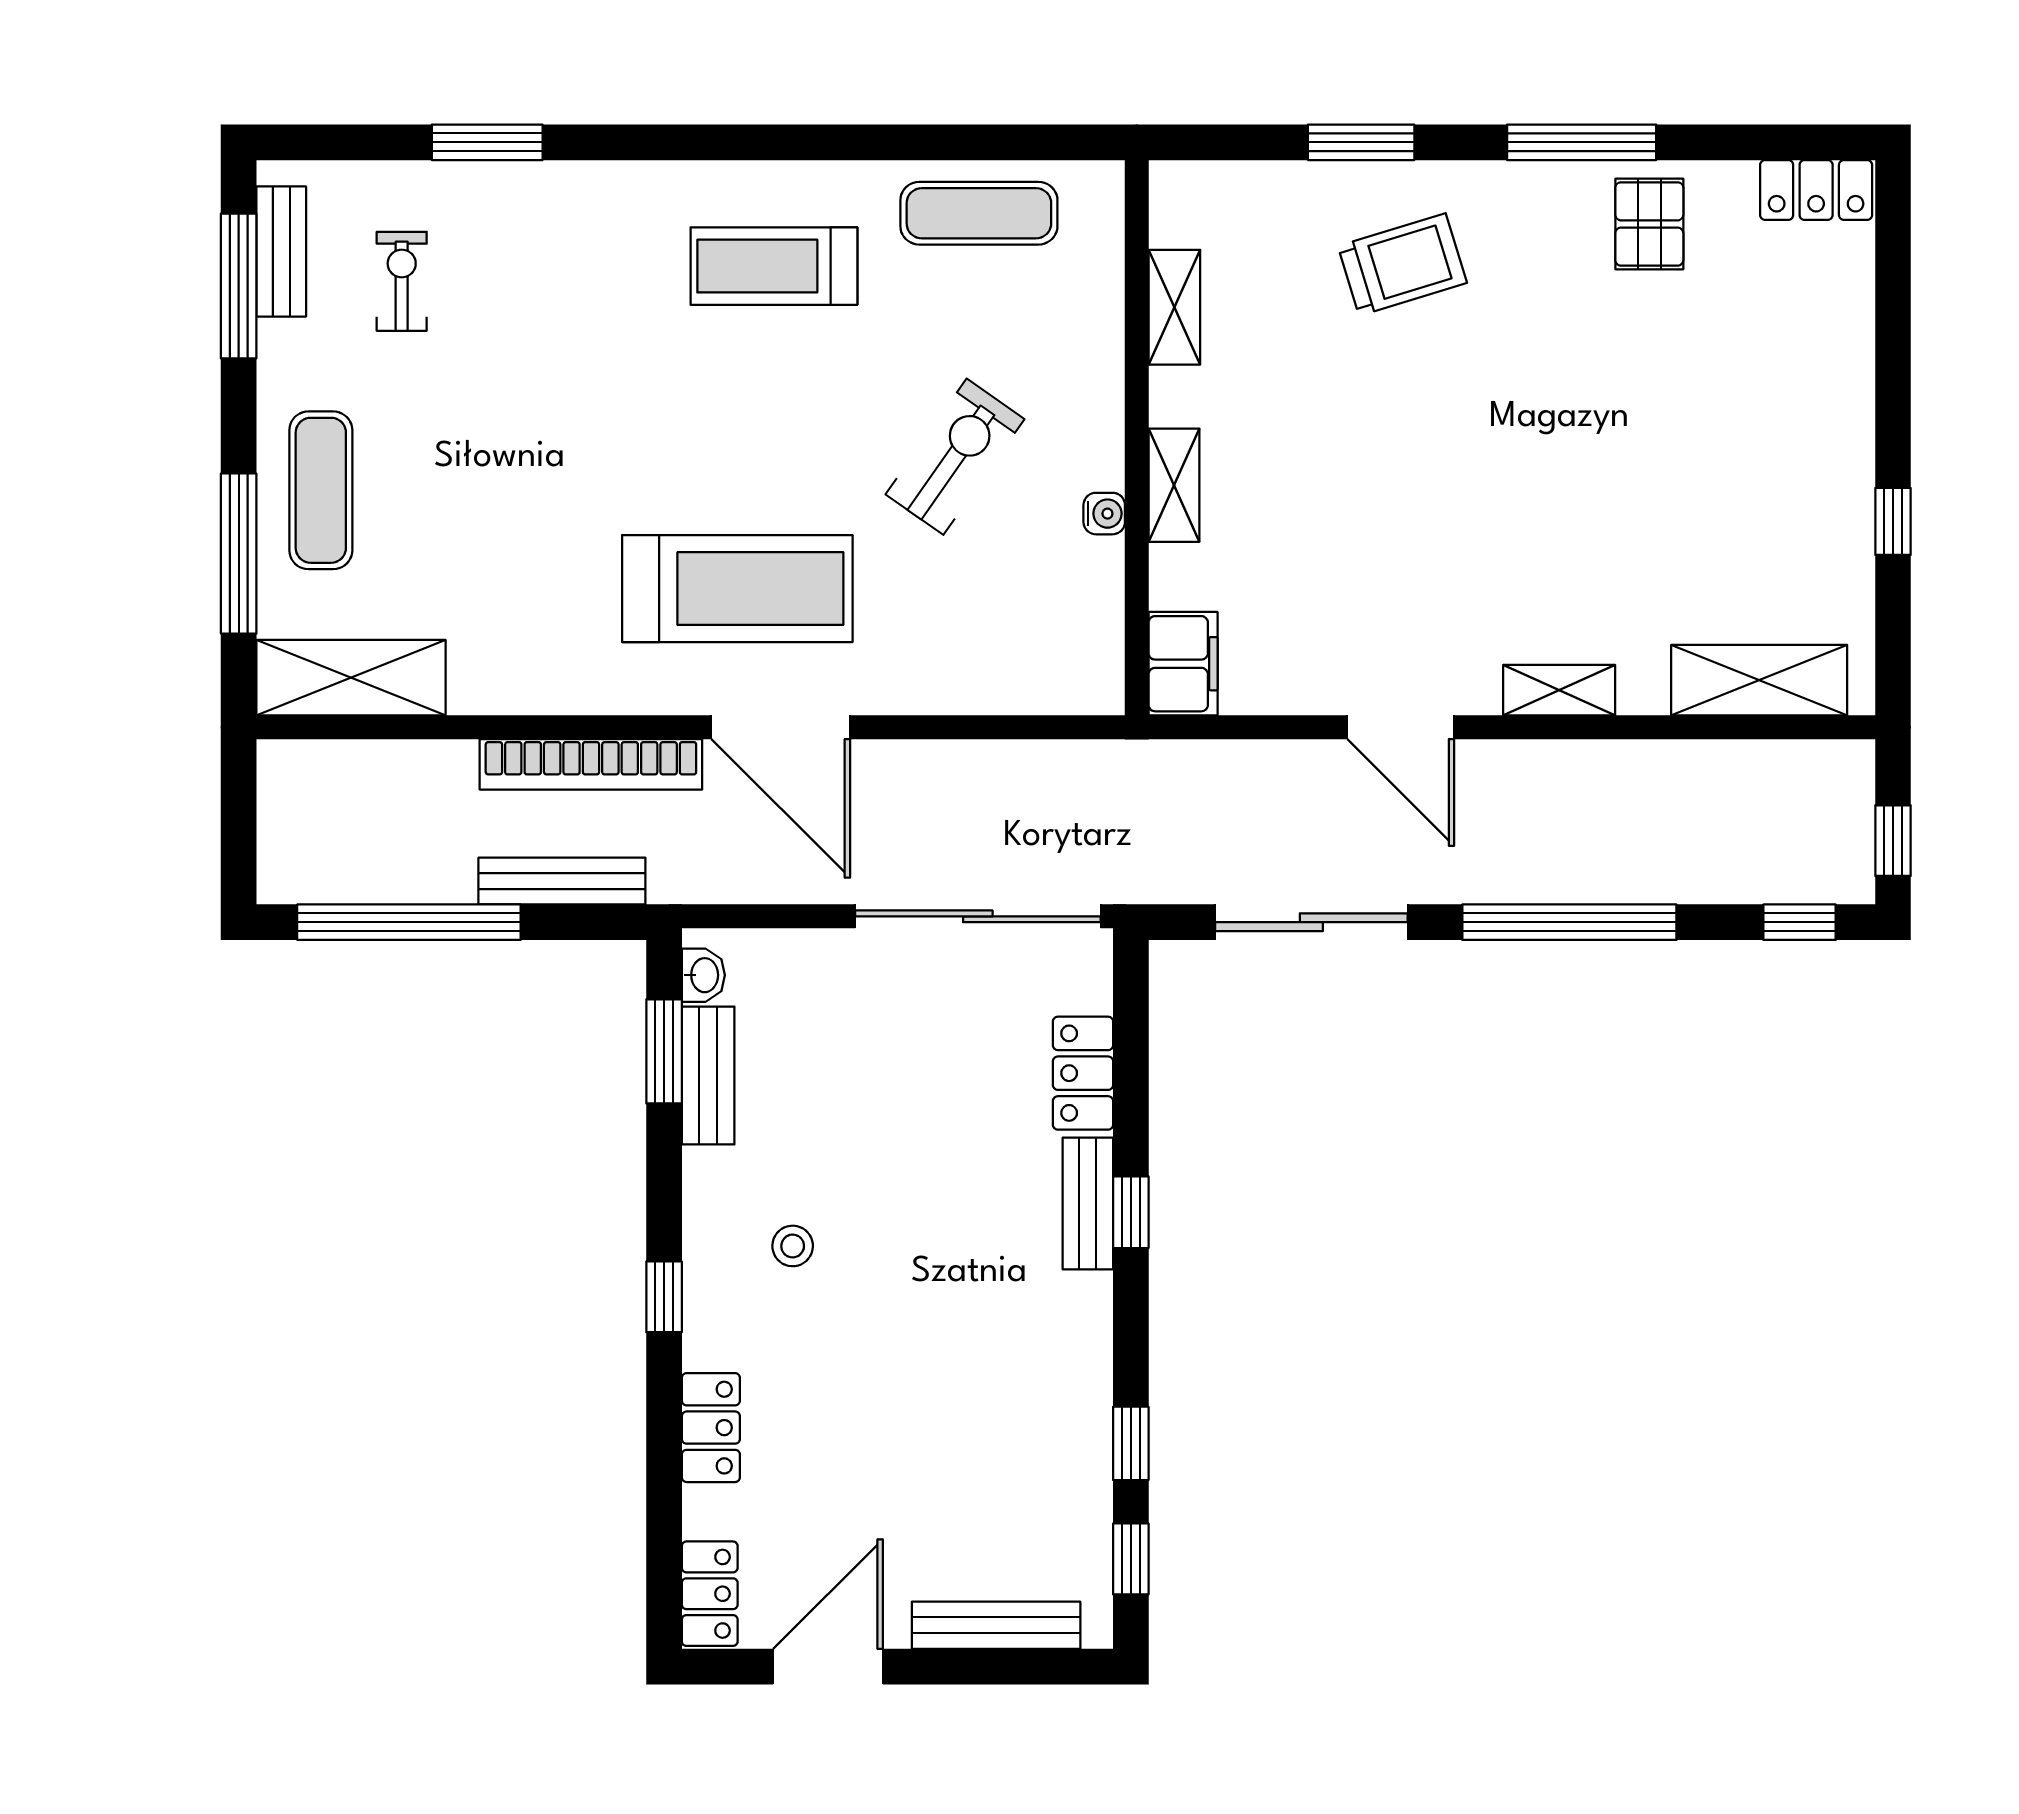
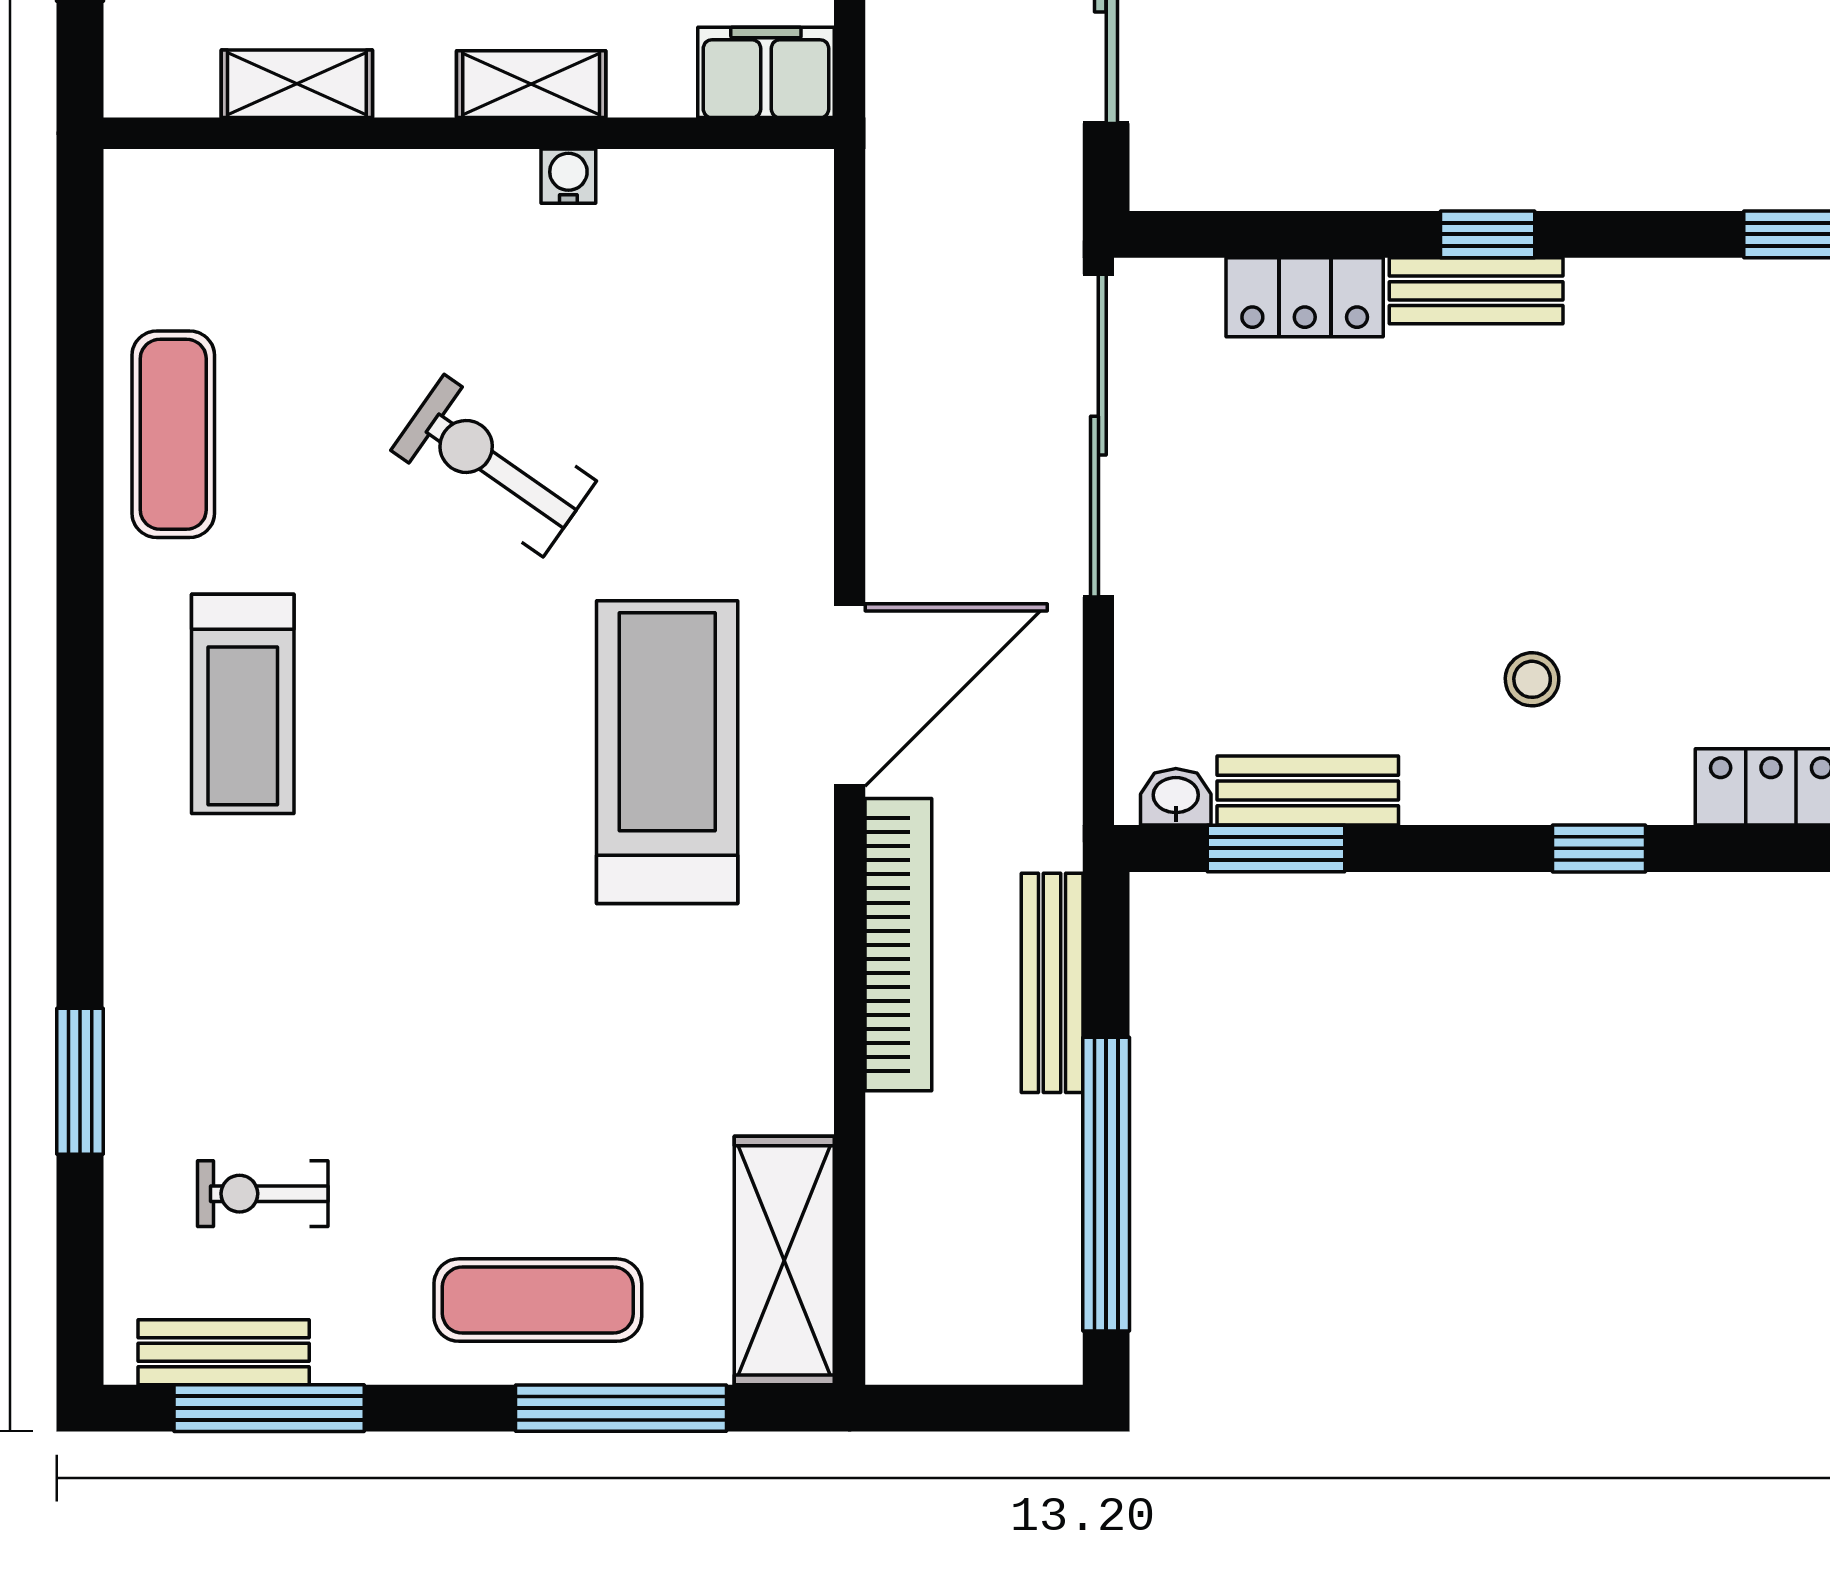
shelving: (1174, 307) -> (297, 84), moved
wall: (1137, 438) -> (469, 133), moved
shelving: (1174, 485) -> (531, 84), moved
water cooler: (1104, 514) -> (568, 176), moved
filing cabinet: (1183, 664) -> (766, 72), moved

